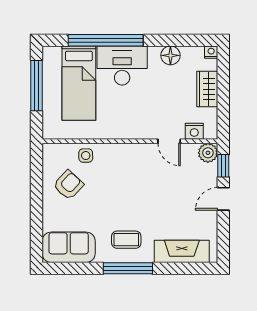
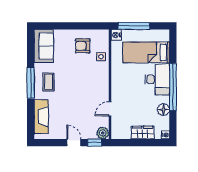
window: (106, 40) -> (173, 87), moved
window: (36, 86) -> (134, 26), moved
nightstand: (194, 131) -> (116, 35), moved
armchair: (68, 185) -> (83, 46), turned 137

